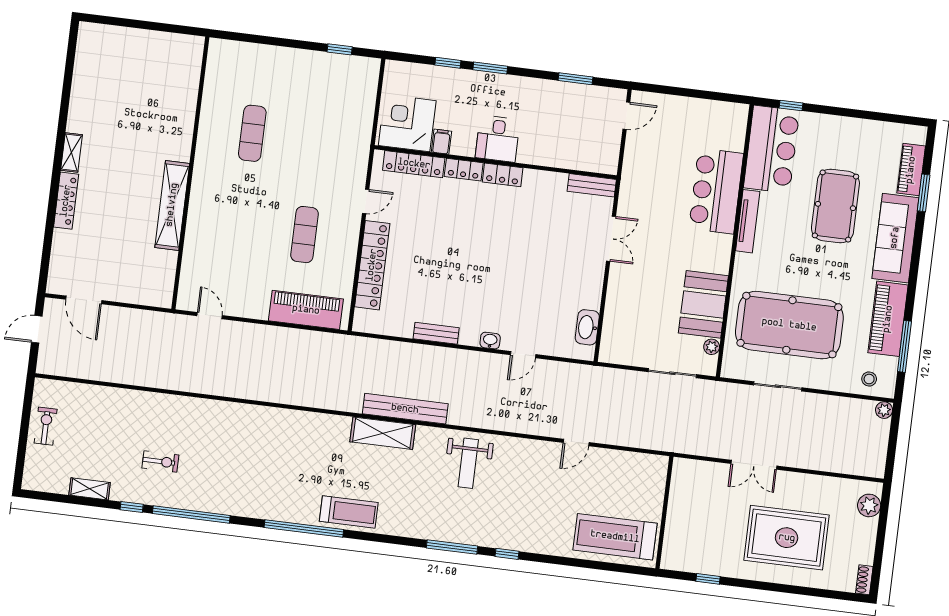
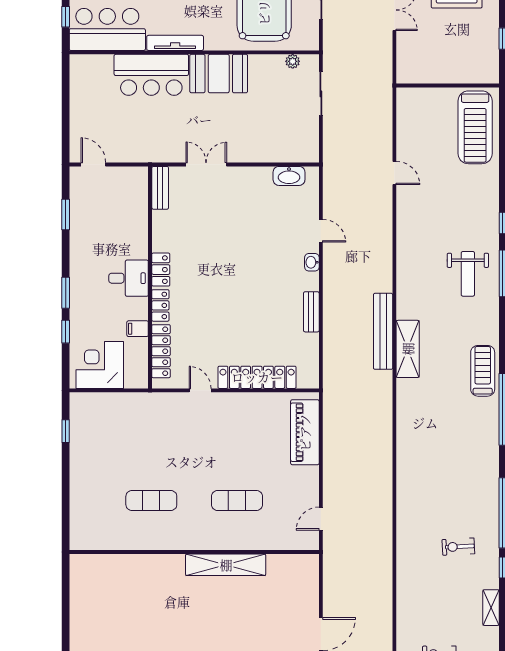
corner desk: (407, 123) -> (100, 365), moved, turned 90
exercise mat: (305, 235) -> (237, 501), moved
booth: (703, 304) -> (219, 74), moved
exercise bike: (160, 461) -> (458, 547), turned -93
weight bench: (468, 463) -> (468, 274), moved, turned 90

